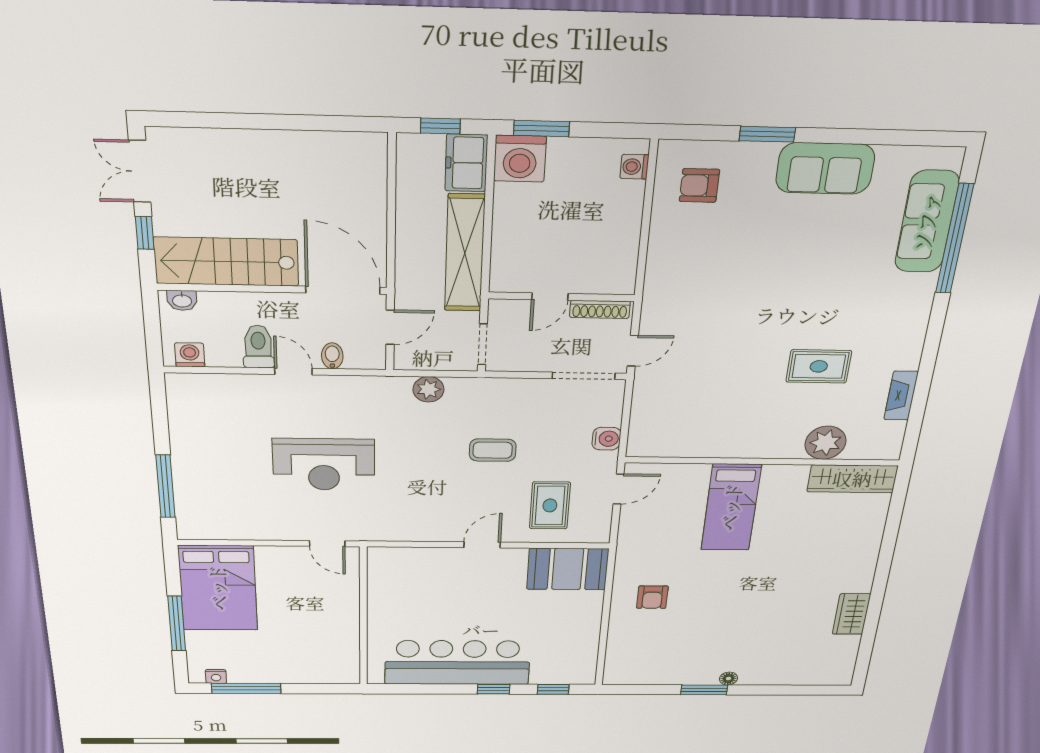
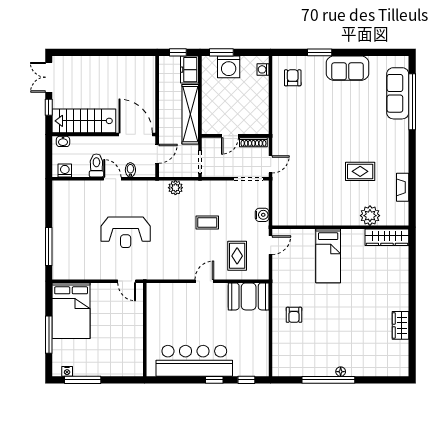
washing machine: (520, 159) -> (229, 67), moved
armchair: (699, 185) -> (293, 78), turned 90
window: (704, 690) -> (328, 380), width x2.11

